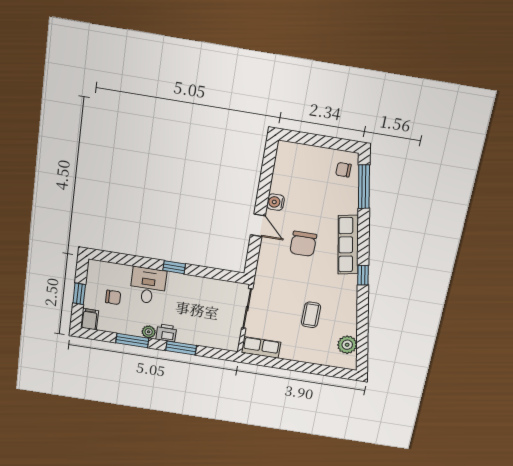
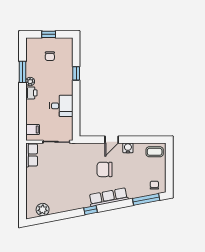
window: (174, 267) -> (76, 73), moved
desk: (148, 286) -> (61, 106), moved
coffee table: (311, 315) -> (155, 152), moved
filing cabinet: (90, 319) -> (33, 130), moved
window: (181, 348) -> (22, 104), removed

